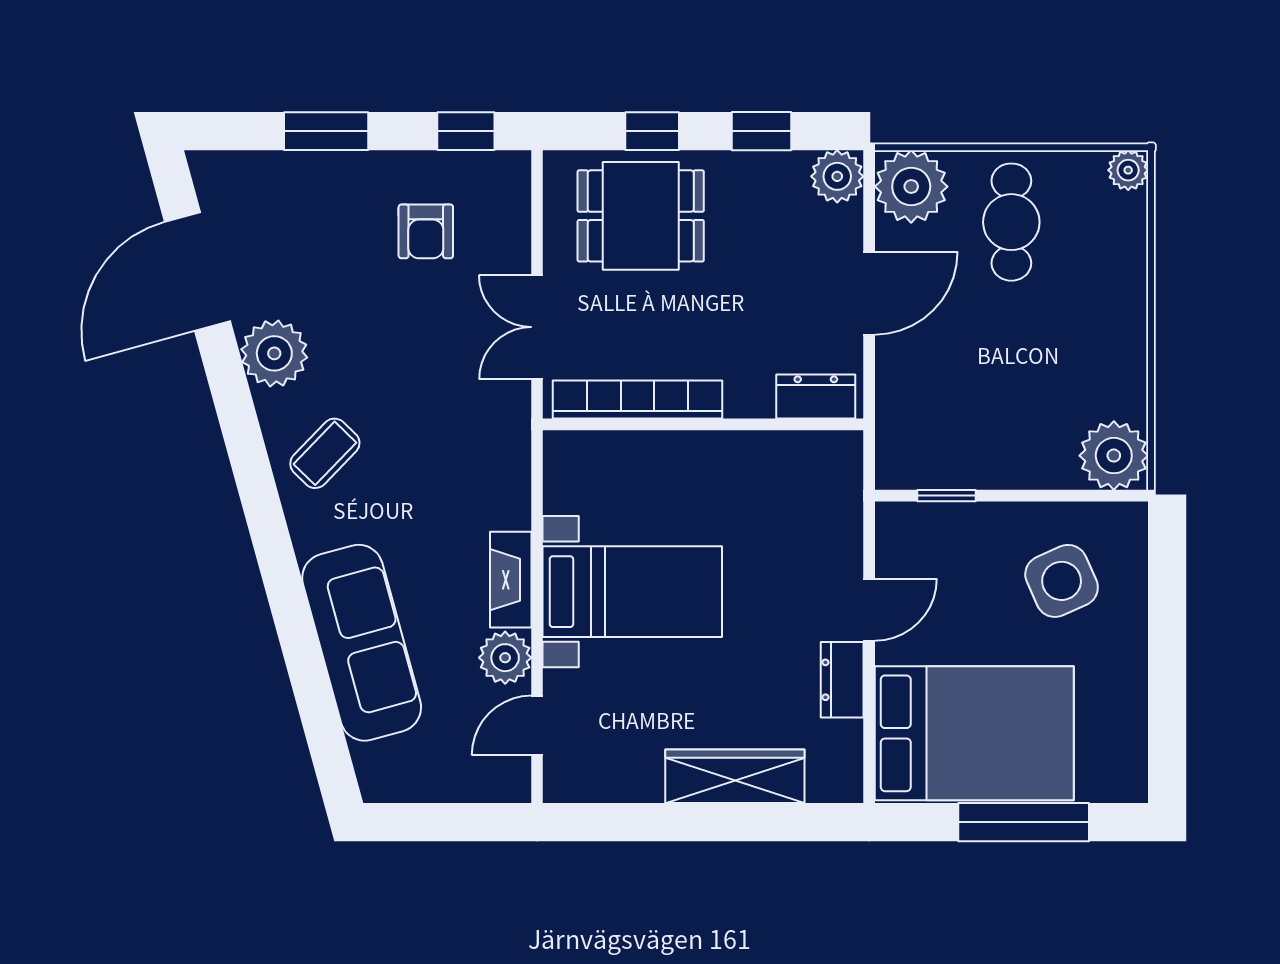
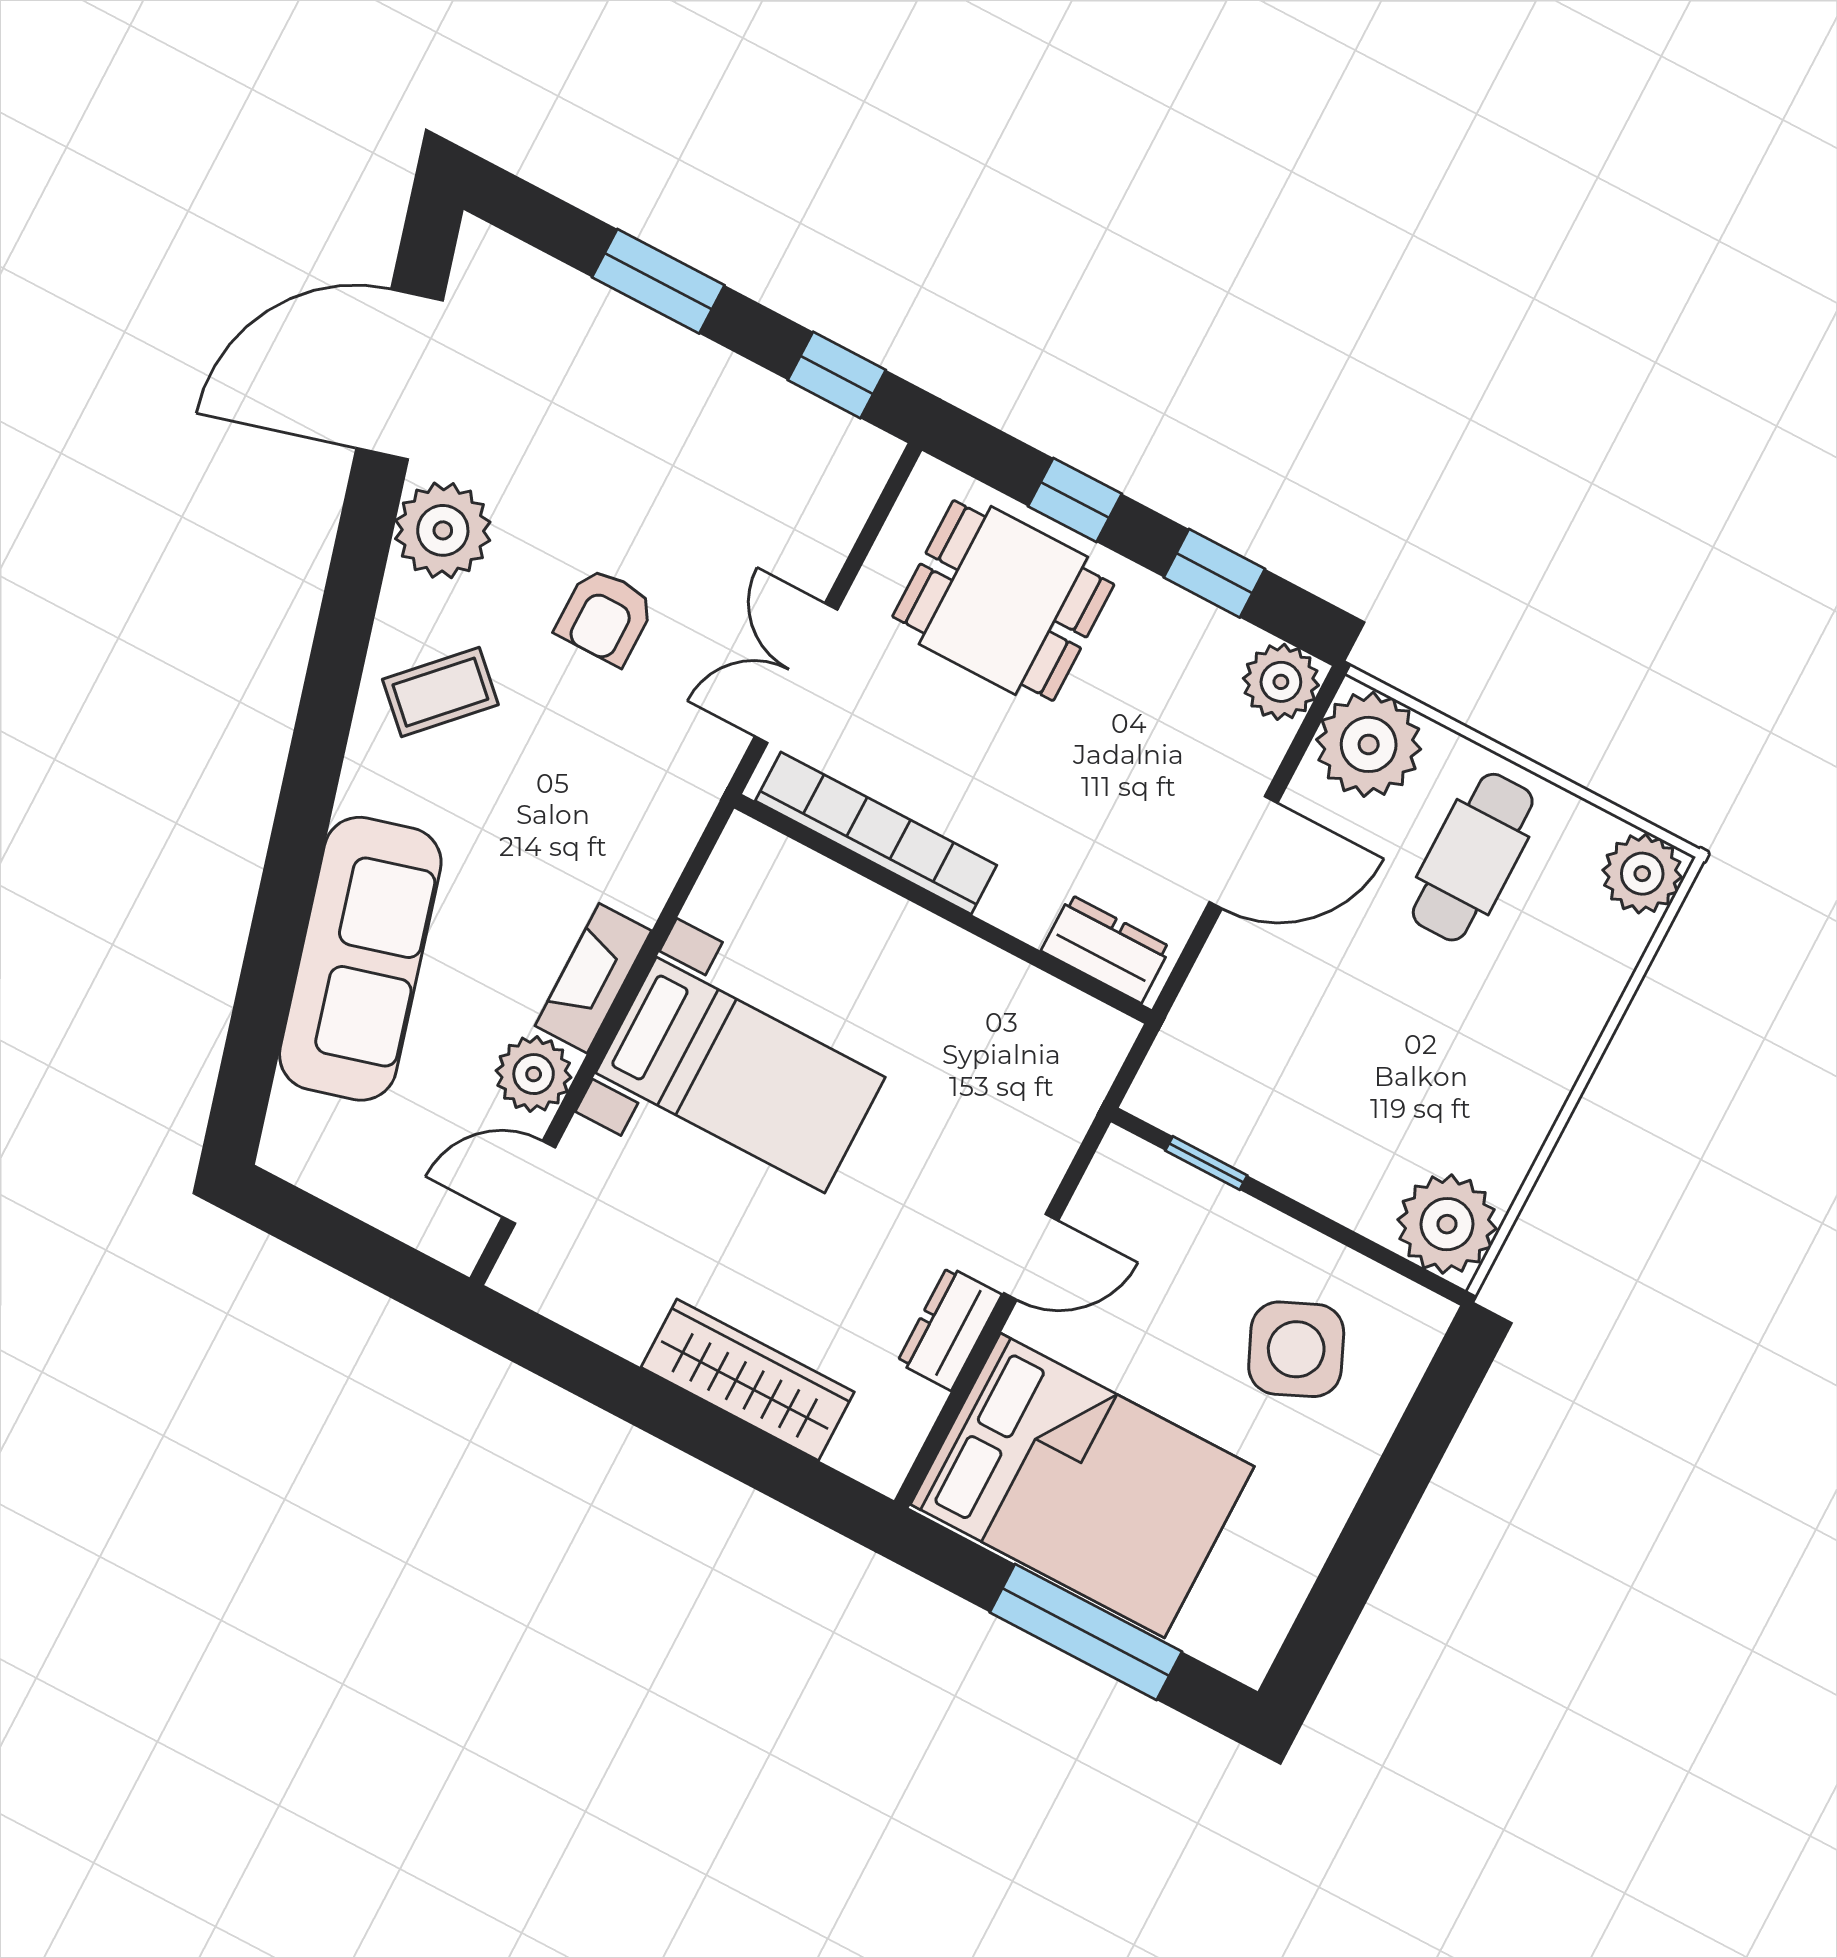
plant: (1128, 170) -> (1642, 874), width x1.38, depth x1.38
armchair: (426, 231) -> (605, 616), moved

